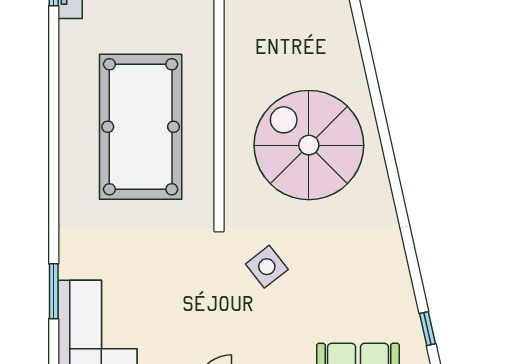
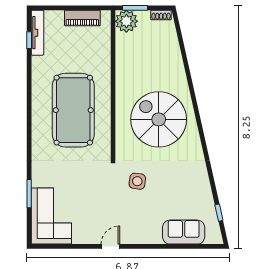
side table: (267, 267) -> (137, 181), turned 45

